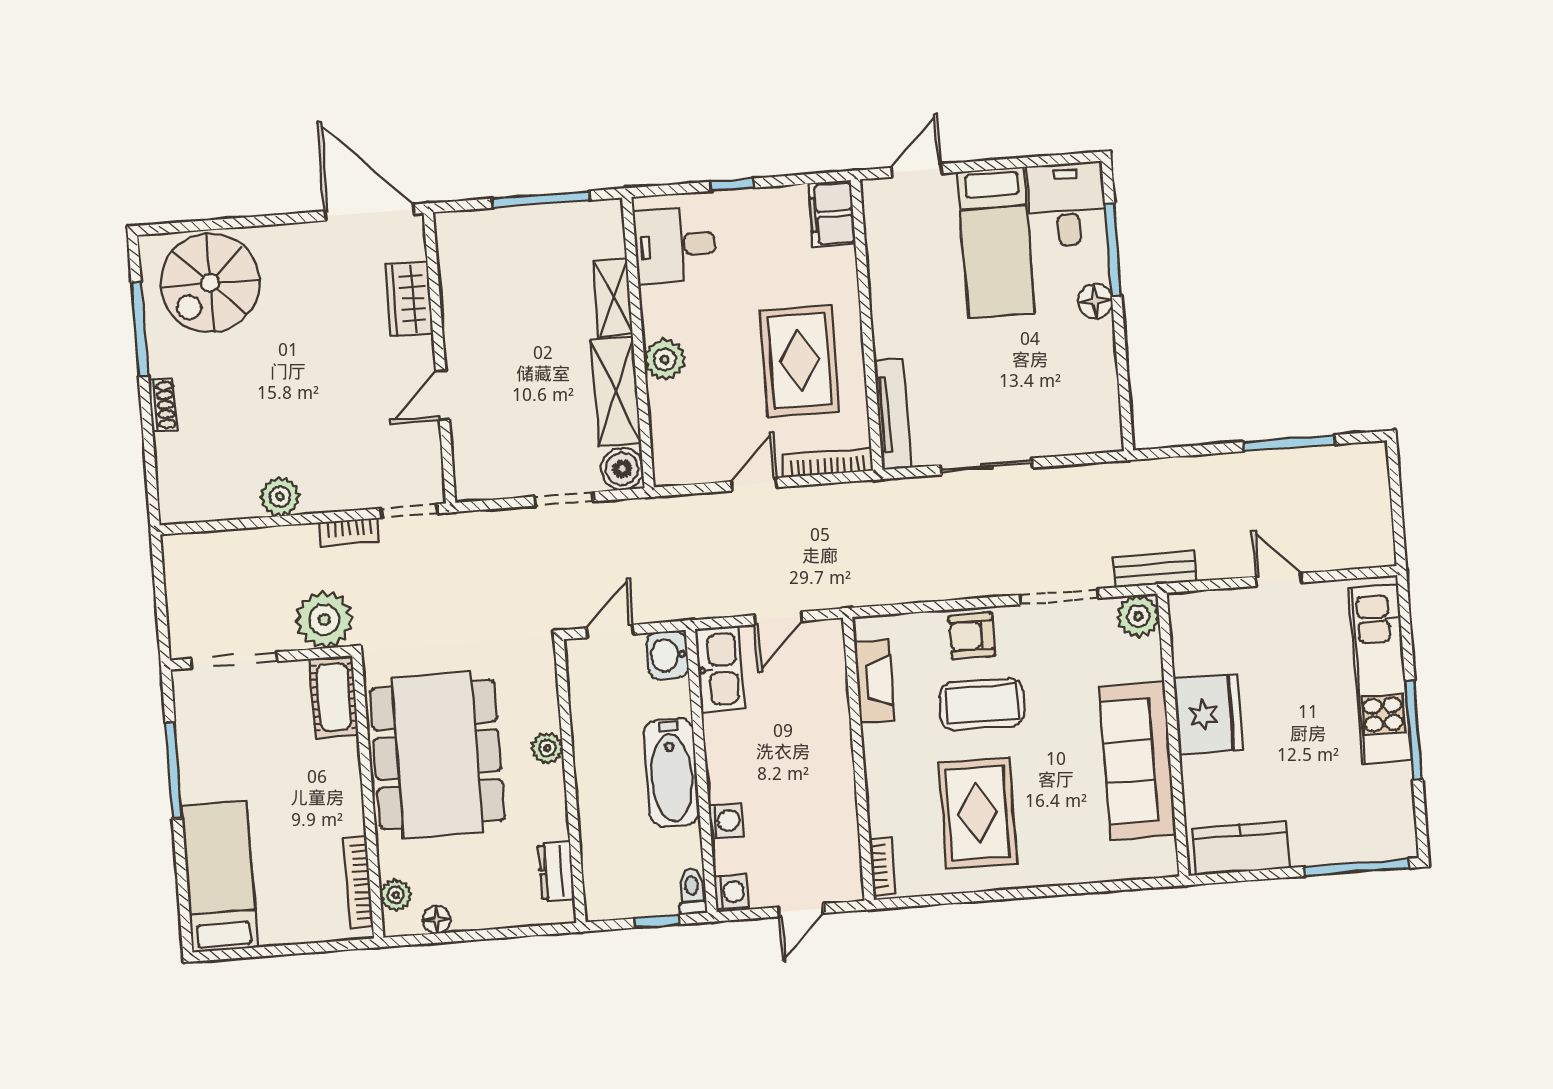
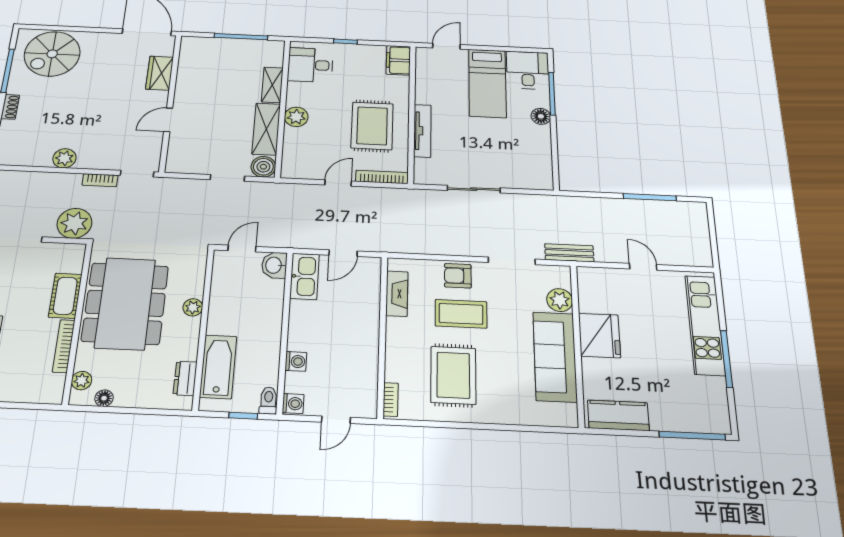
tv unit: (893, 414) -> (422, 131), moved
plant: (1138, 616) -> (560, 300), moved
cot: (334, 697) -> (65, 296), moved
bathtub: (671, 772) -> (218, 367), moved, turned 180
bookcase: (358, 882) -> (64, 346), moved

